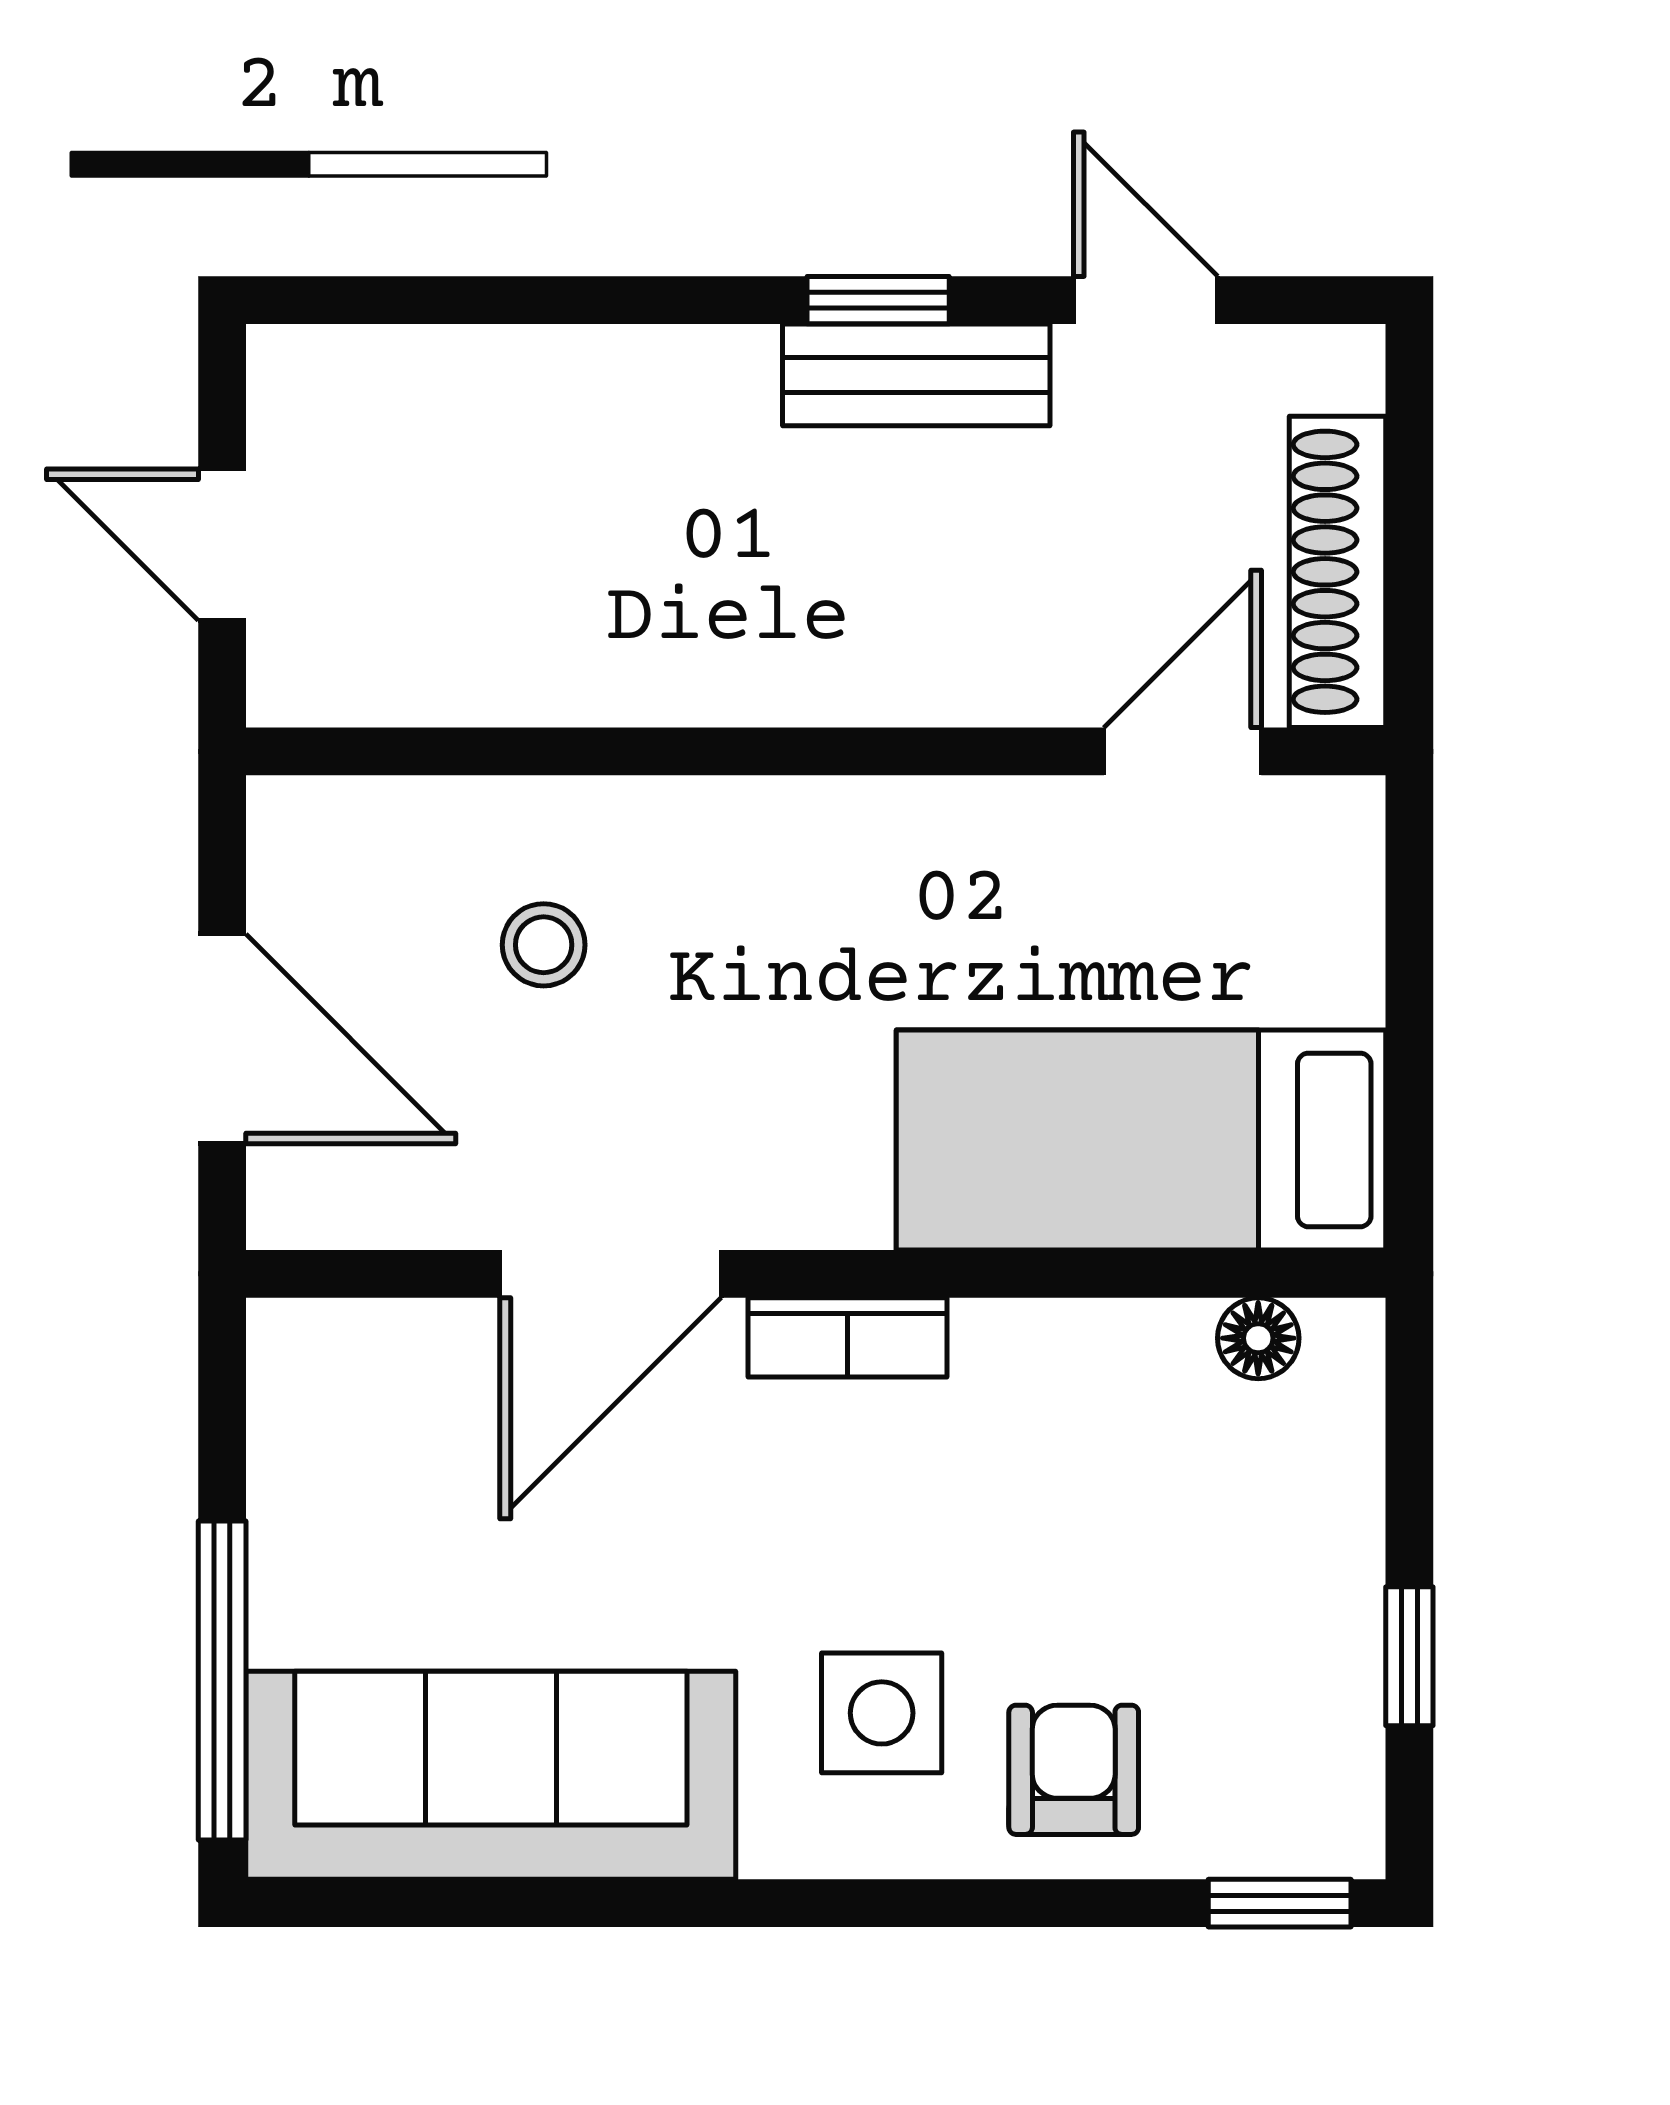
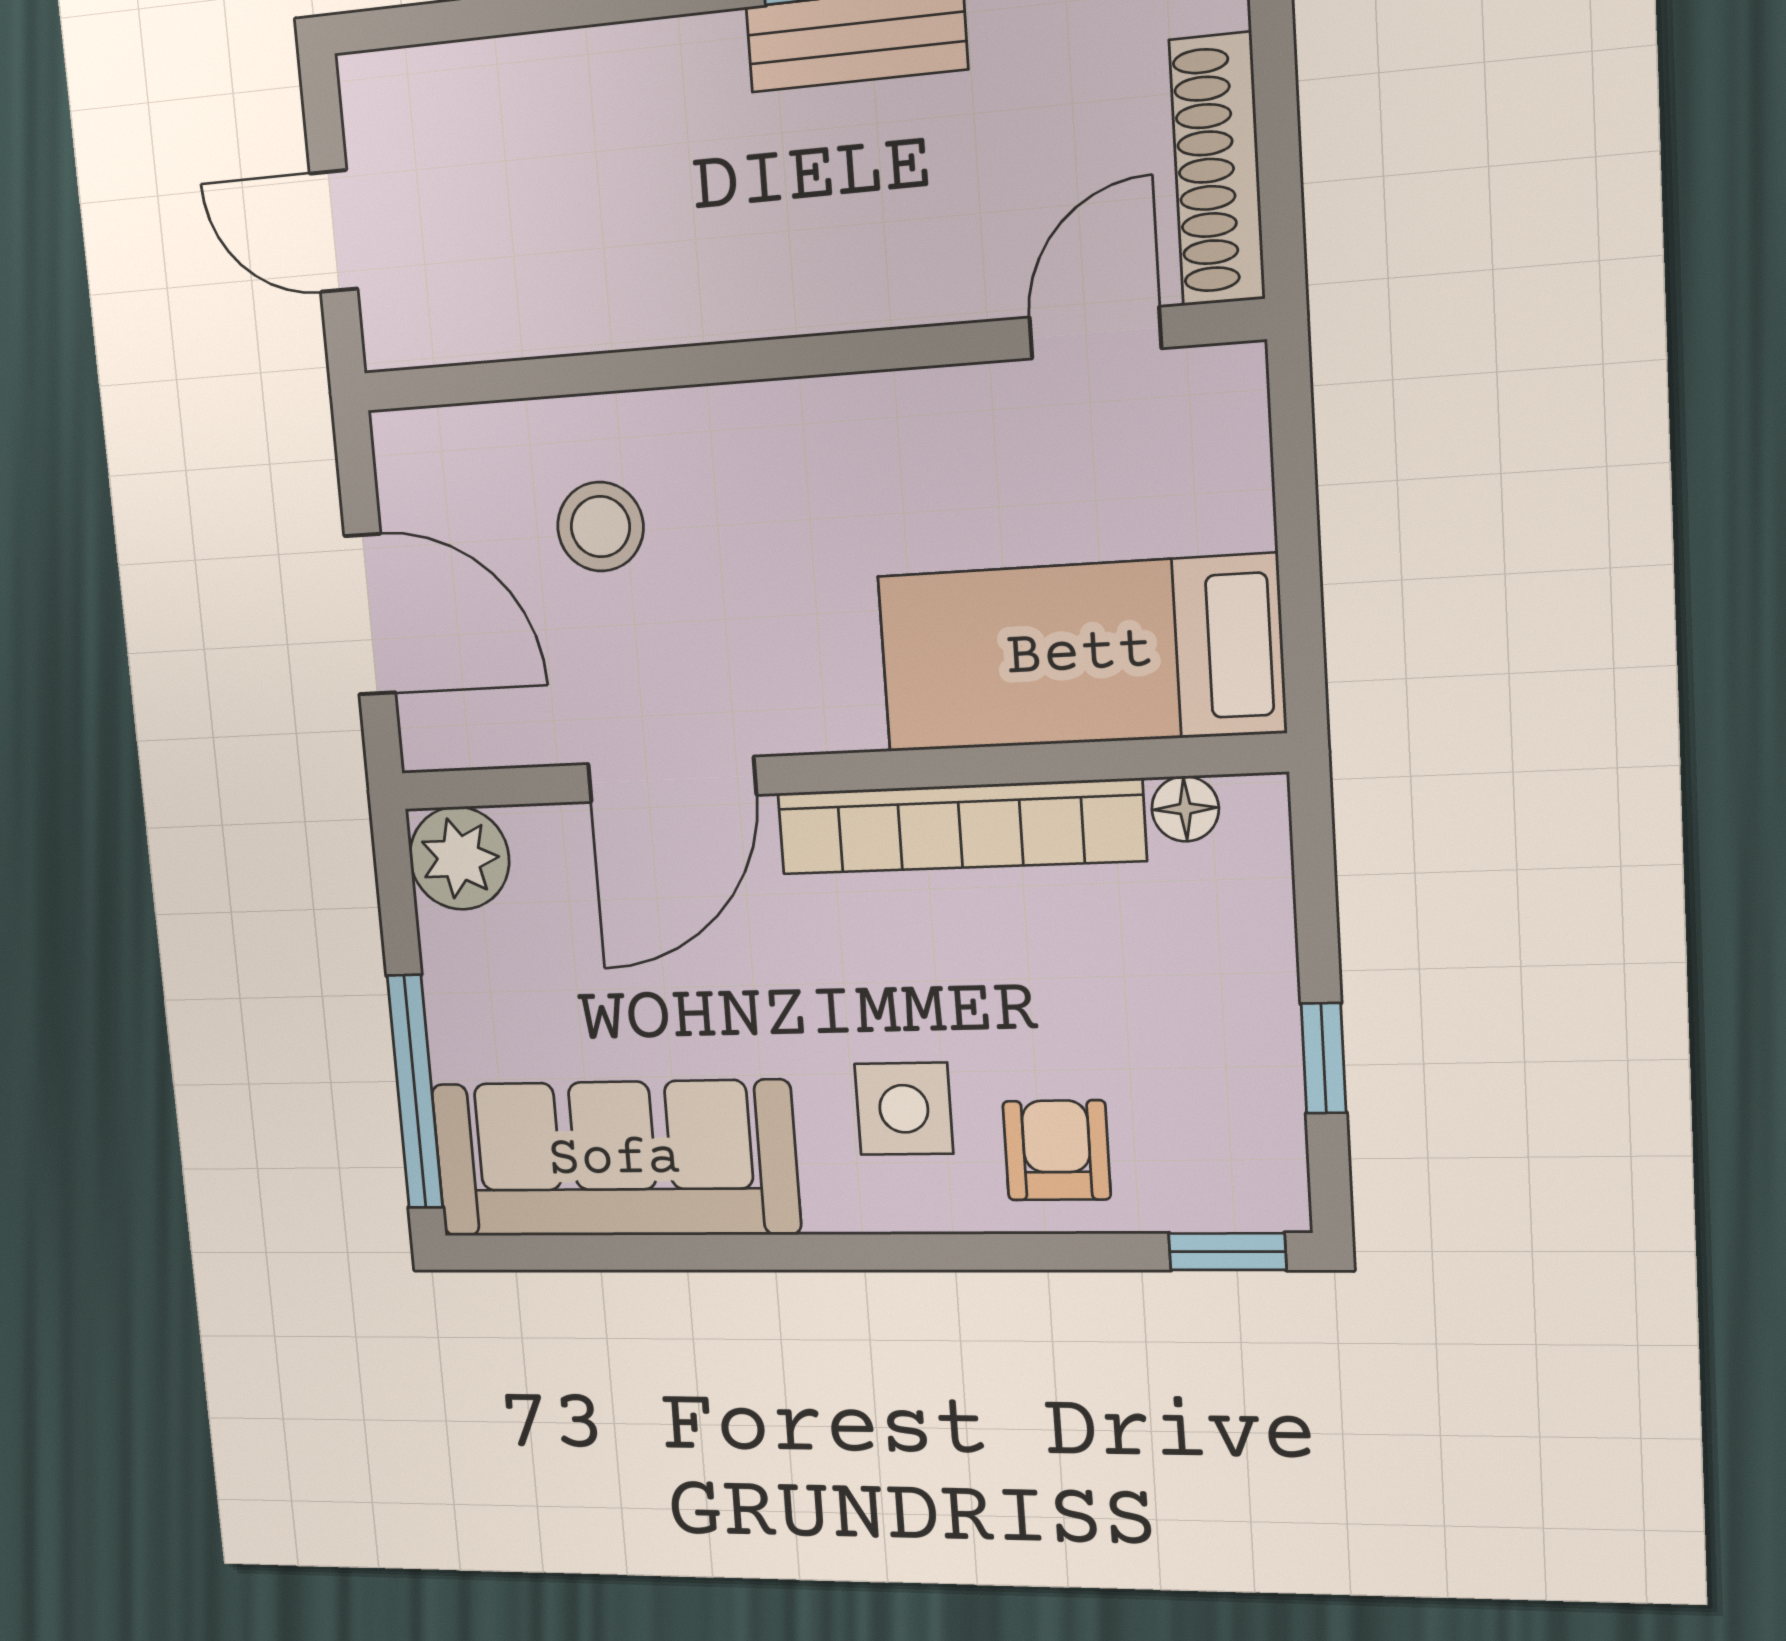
stool: (544, 945) -> (600, 527), width x1.37, depth x1.37
bookcase: (848, 1337) -> (960, 827), width x2.31, depth x1.31
plant: (314, 1366) -> (459, 858), added

